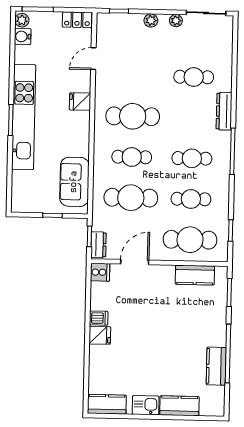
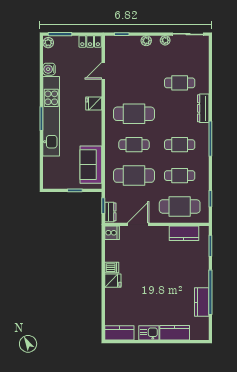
water cooler: (23, 36) -> (49, 69), moved

